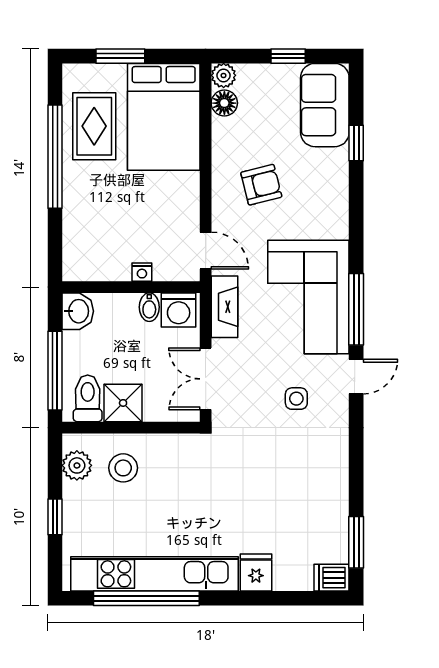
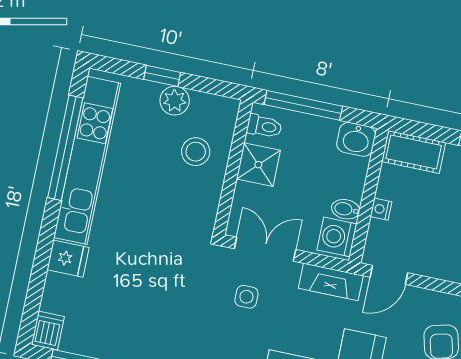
cot: (78, 252) -> (414, 152), added
toilet: (88, 398) -> (264, 126), width x0.73, depth x0.72
side table: (296, 399) -> (246, 297), moved
plant: (77, 465) -> (175, 101), moved

